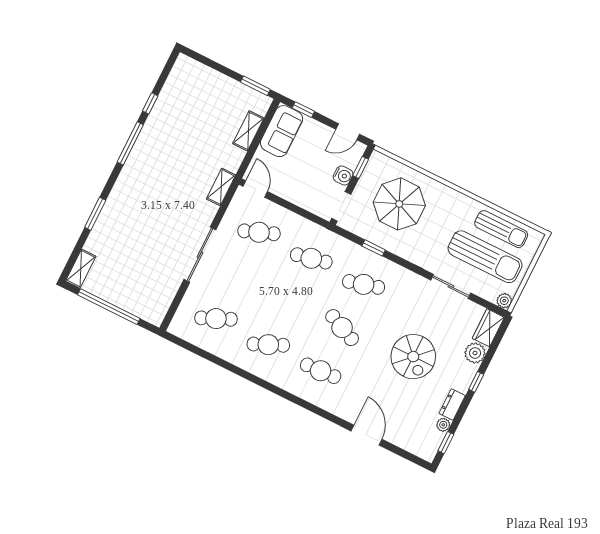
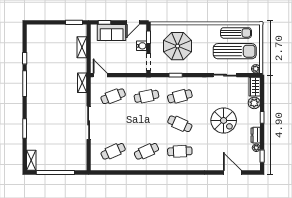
sofa: (282, 131) -> (112, 33), moved, turned 90
door: (367, 435) -> (232, 173), moved

